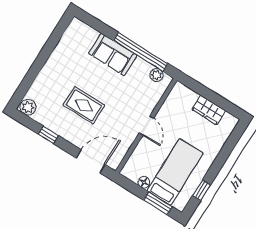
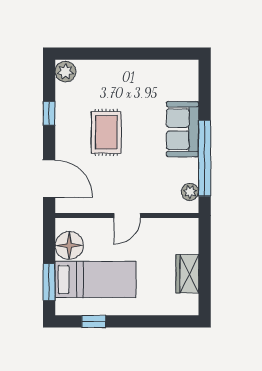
floor lamp: (144, 182) -> (69, 245), width x1.89, depth x1.89

